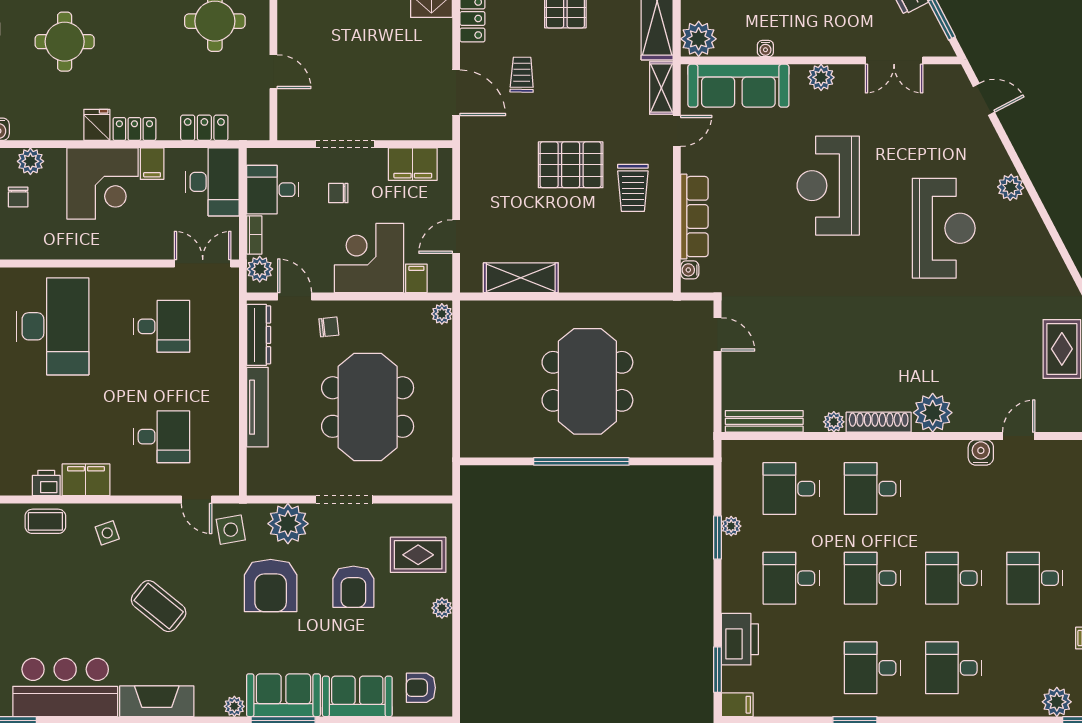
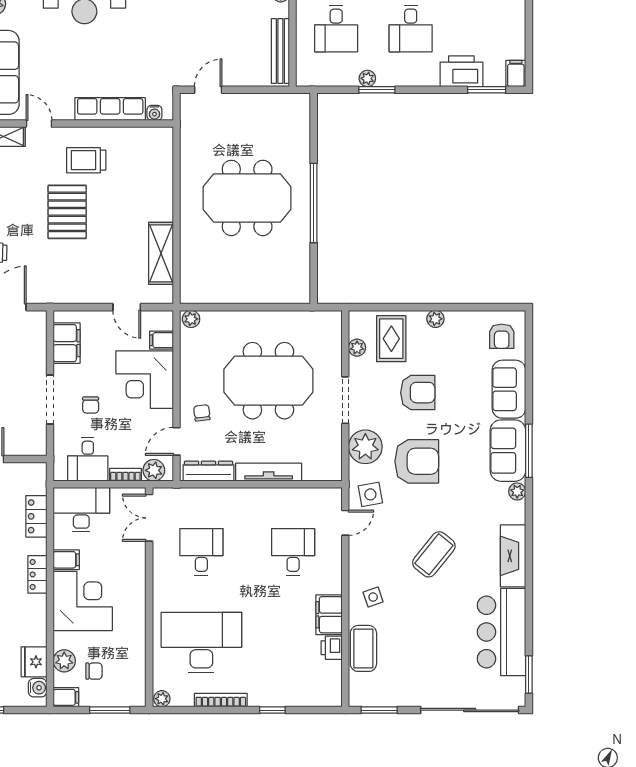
fridge: (97, 125) -> (34, 662), moved, width x1.38
trolley: (633, 188) -> (86, 160), turned 180
plant: (407, 514) -> (357, 348), added
coffee table: (45, 521) -> (363, 648), width x1.36, depth x1.30

